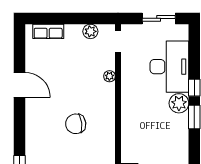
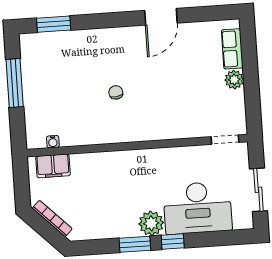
plant: (90, 31) -> (234, 80), moved
plant: (109, 76) -> (180, 132), removed
chair: (76, 124) -> (116, 92), width x0.54, depth x0.54

